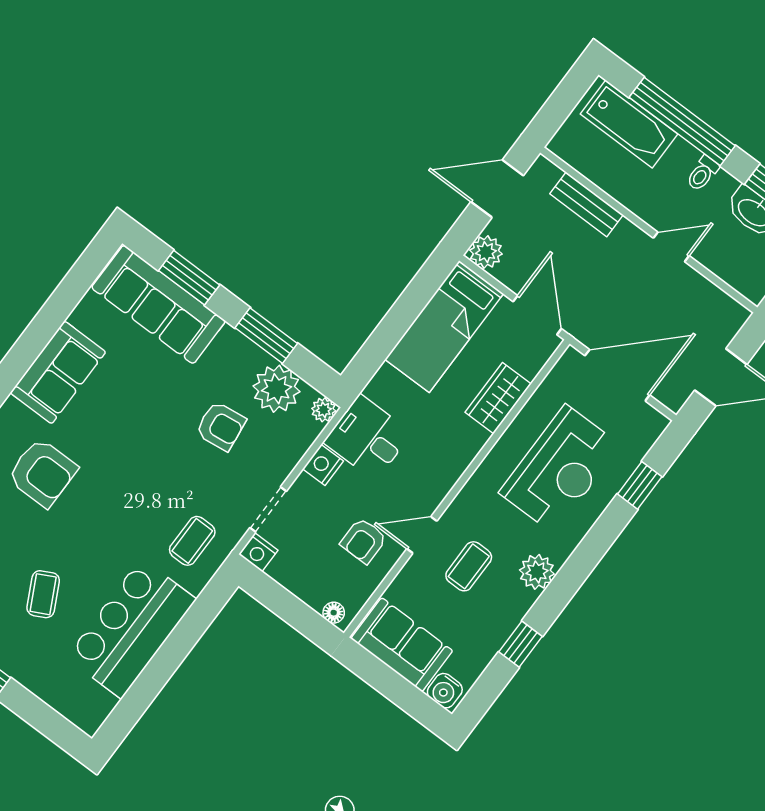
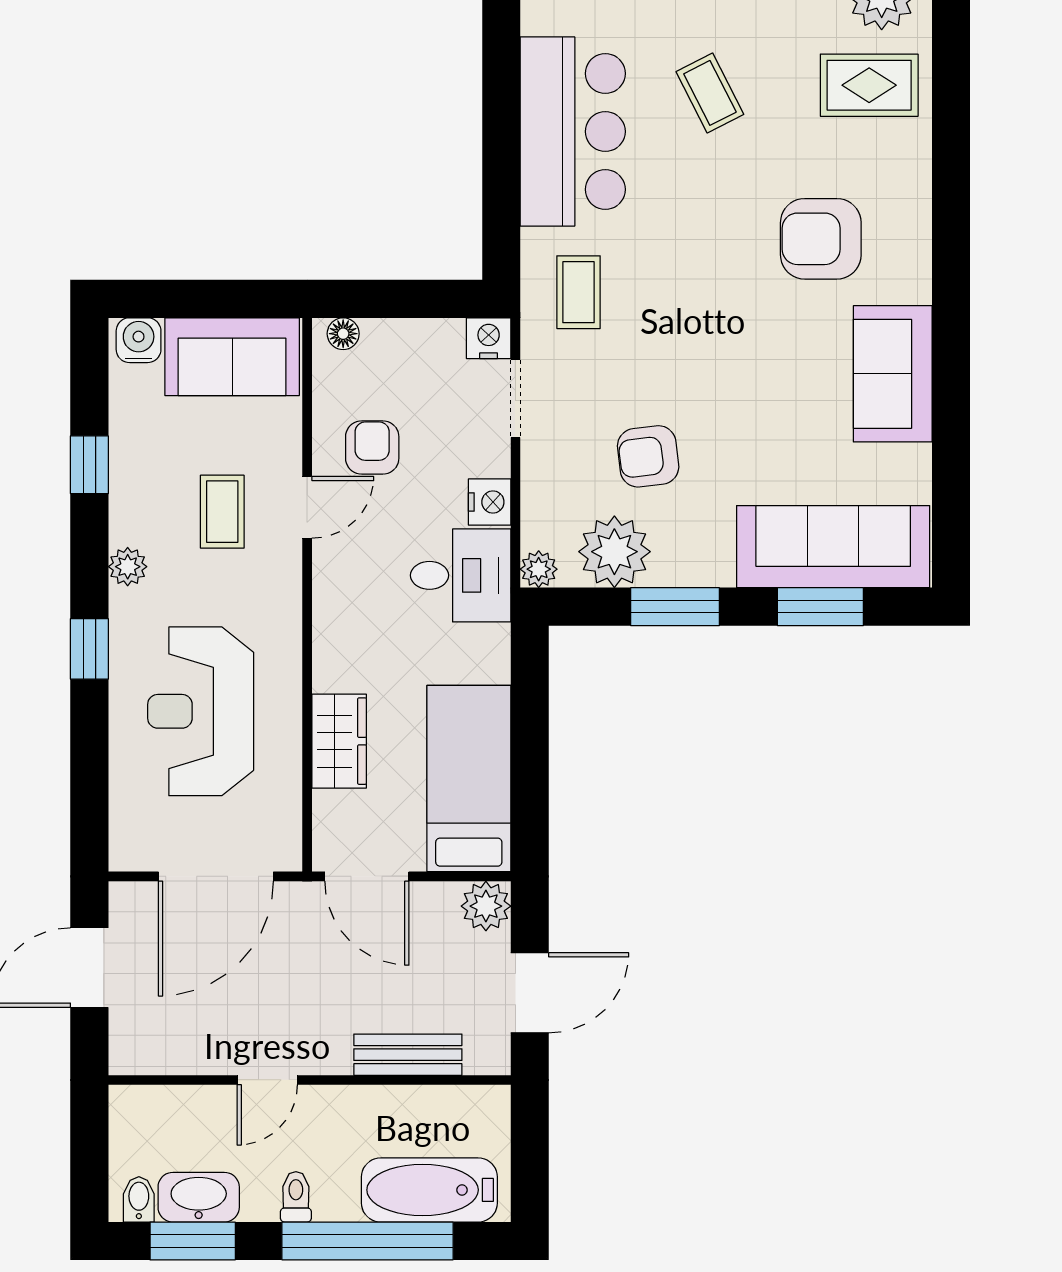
window: (640, 485) -> (89, 649), moved
plant: (537, 572) -> (128, 567), width x0.73, depth x0.73

